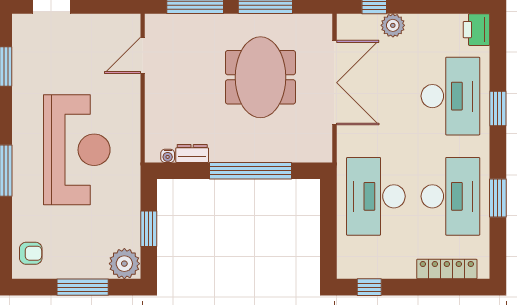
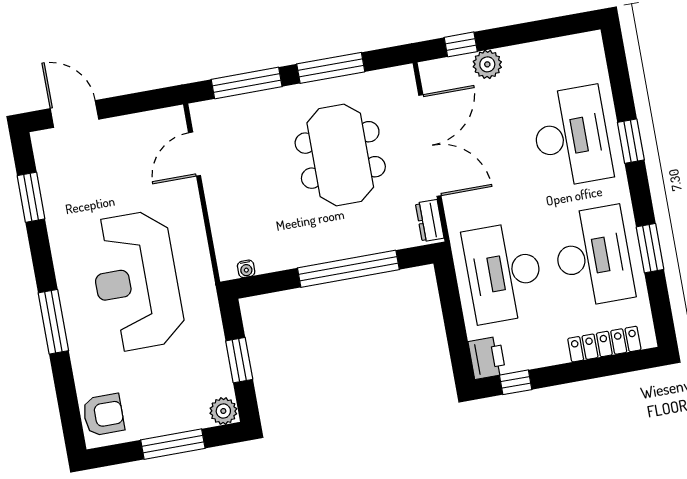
printer: (477, 30) -> (487, 358), moved, turned 180
reception desk: (77, 150) -> (136, 281), turned 180
dresser: (192, 153) -> (430, 221), moved, turned -90
armchair: (31, 253) -> (103, 415), width x1.38, depth x1.38
plant: (124, 264) -> (223, 411), width x0.73, depth x0.73

